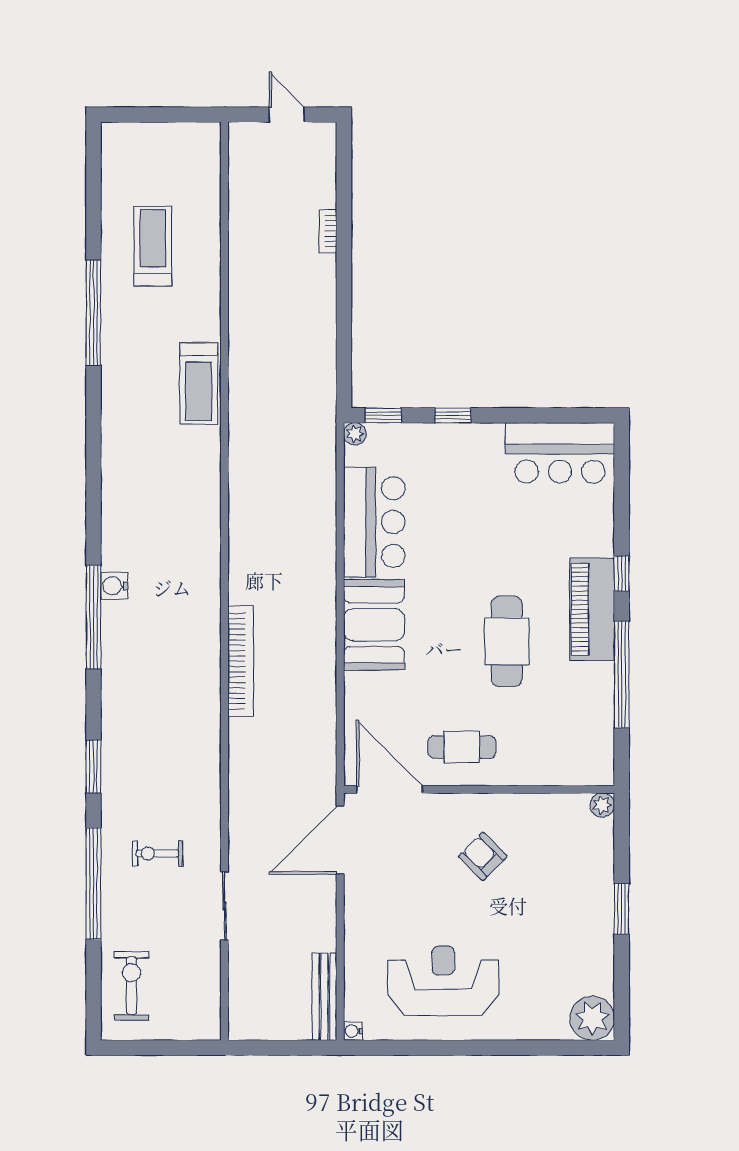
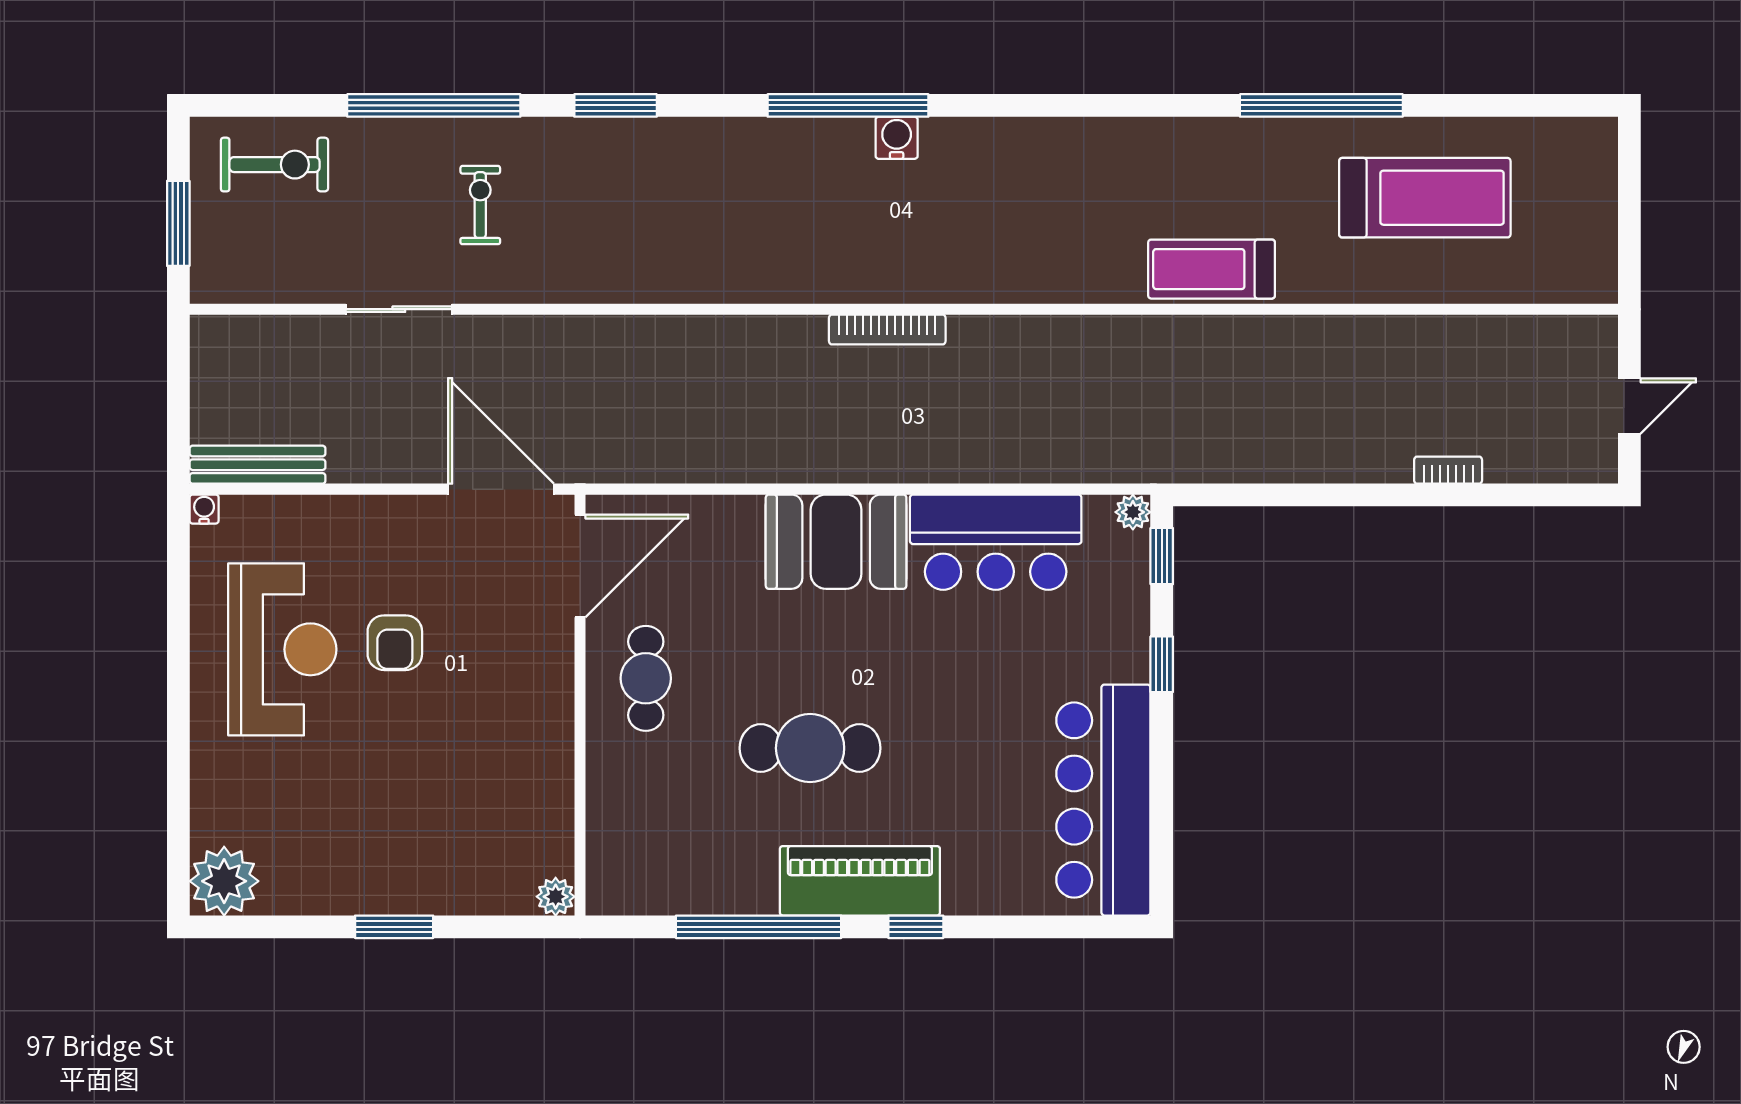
treadmill: (153, 246) -> (1425, 198), width x1.37, depth x1.38
bar counter: (560, 453) -> (1103, 800), width x1.36
bookcase: (241, 661) -> (887, 330), moved, width x0.68, depth x0.76
armchair: (483, 856) -> (395, 643), moved, turned 135
window: (169, 1048) -> (178, 223), added

